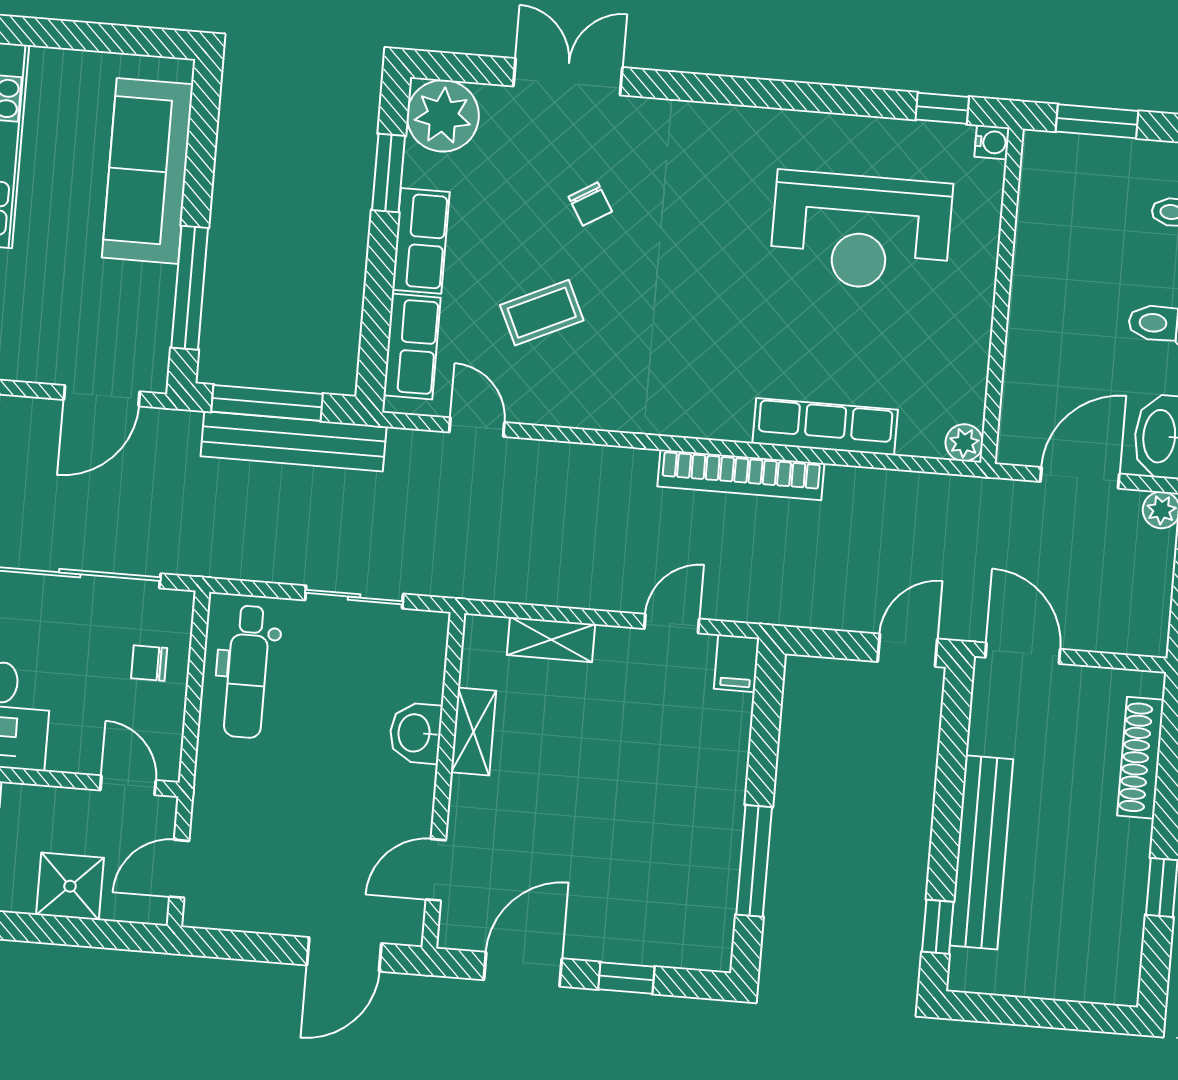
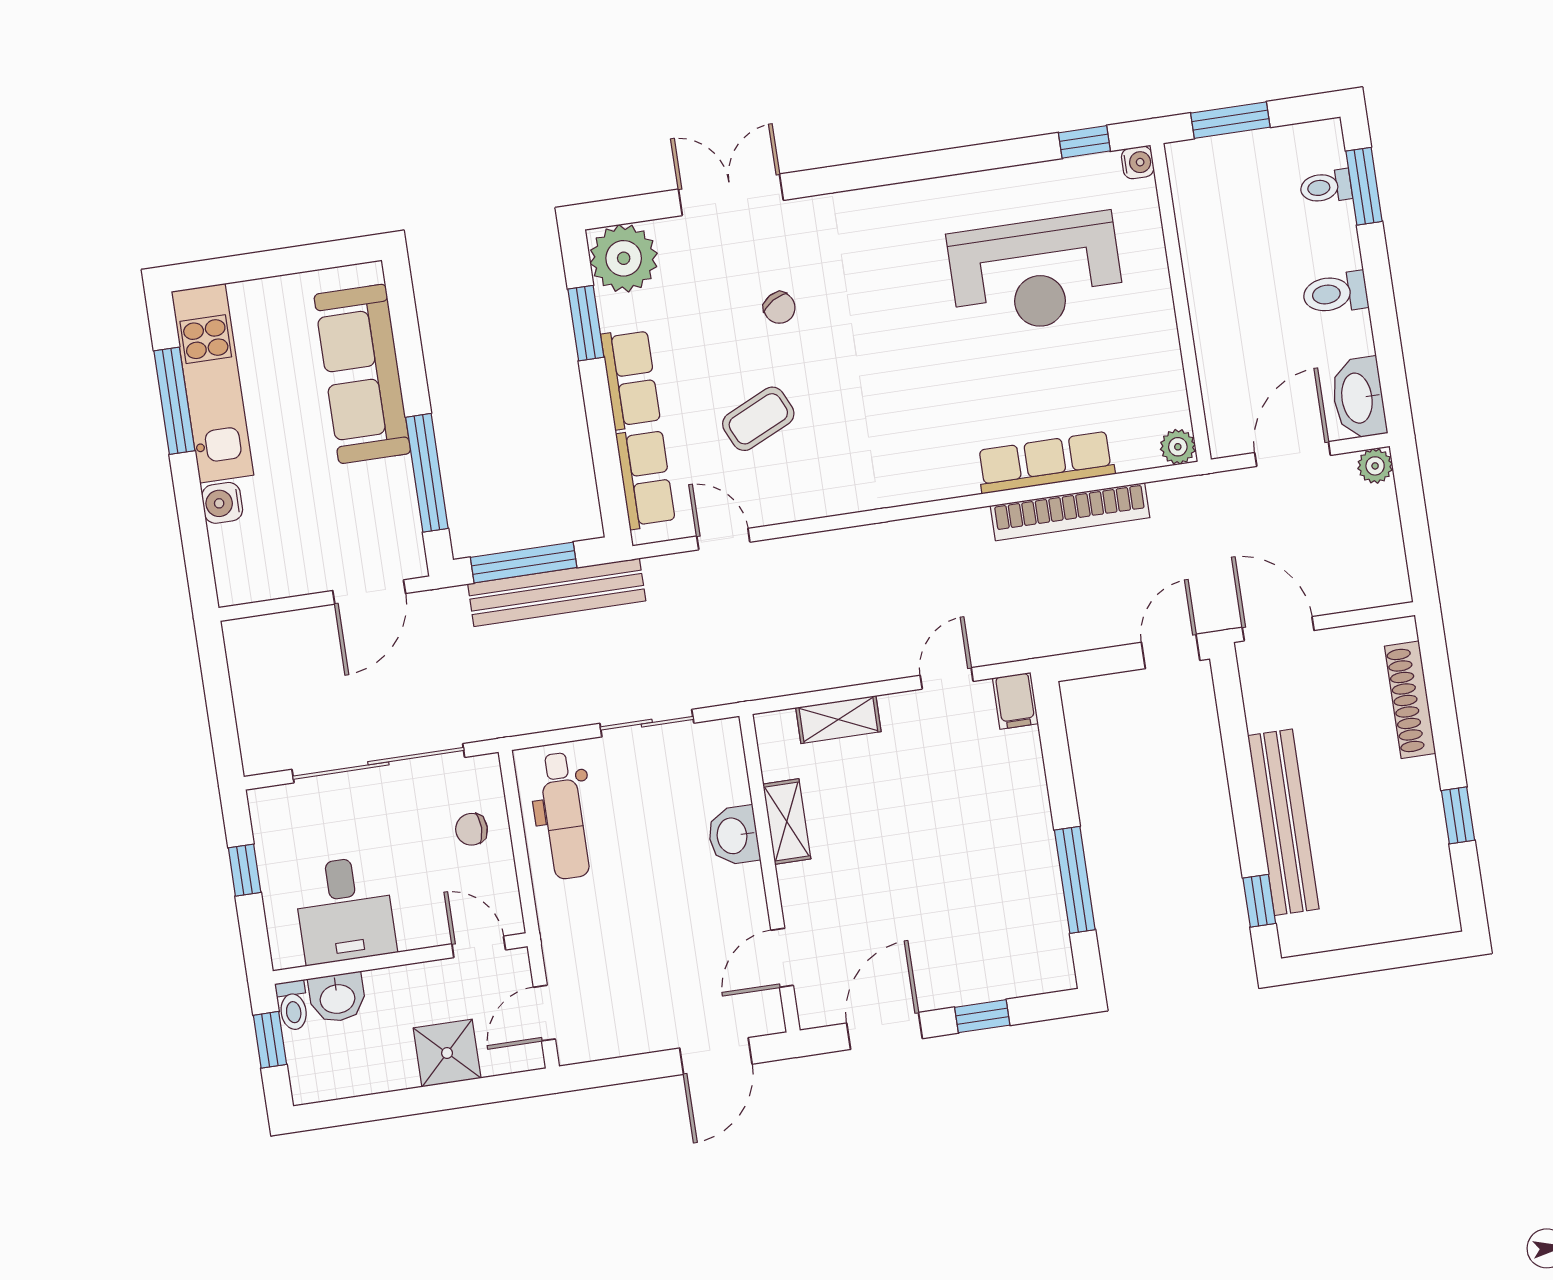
bookcase: (741, 475) -> (1070, 512), moved

